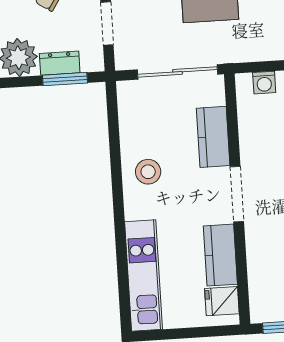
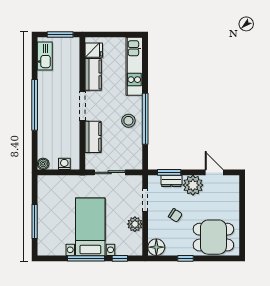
sliding door: (177, 72) -> (110, 172), width x0.73
window: (117, 178) -> (145, 119), added

